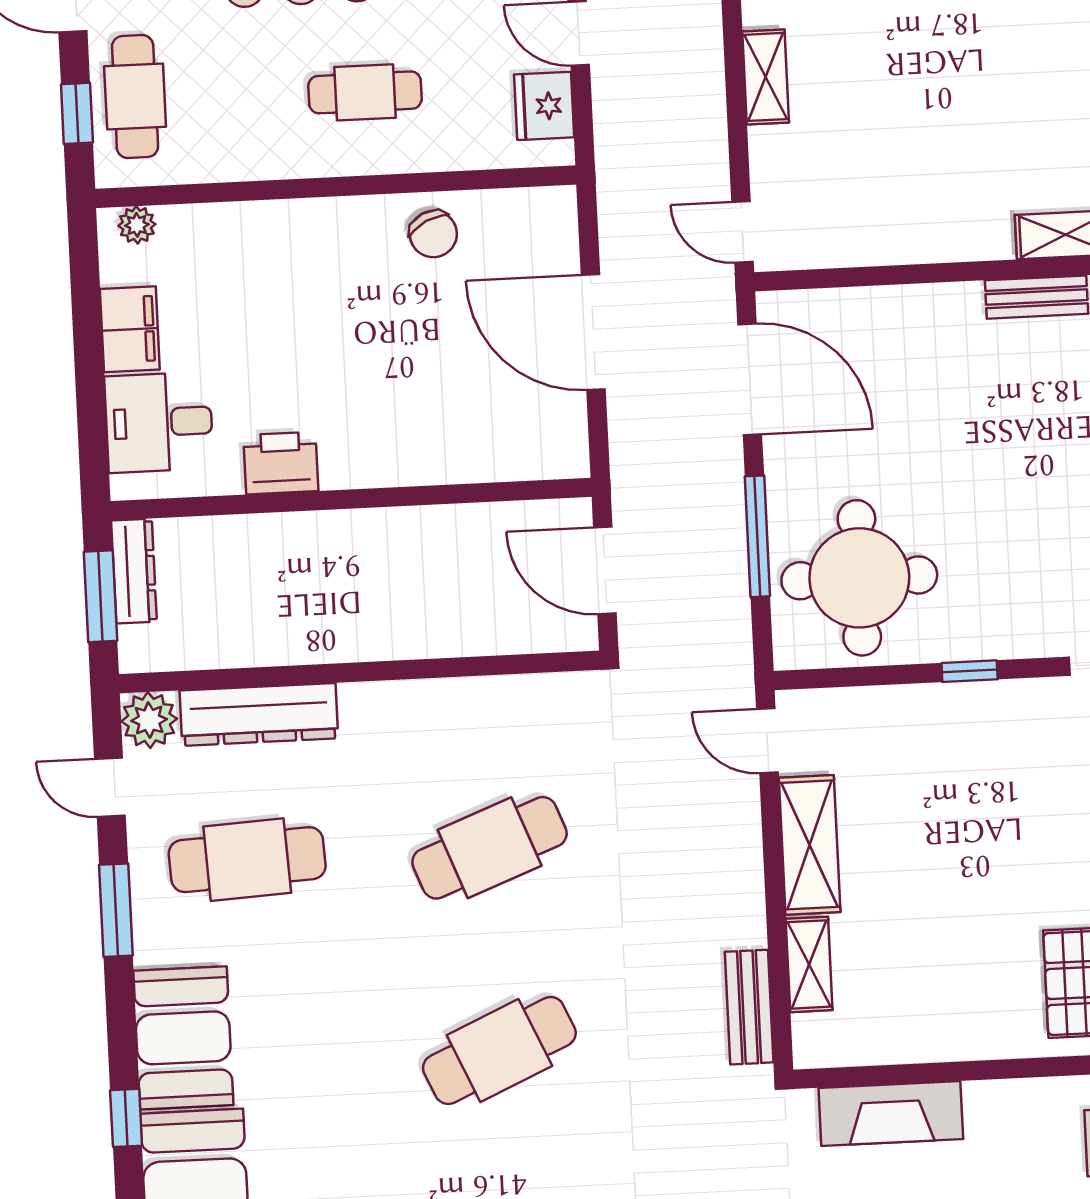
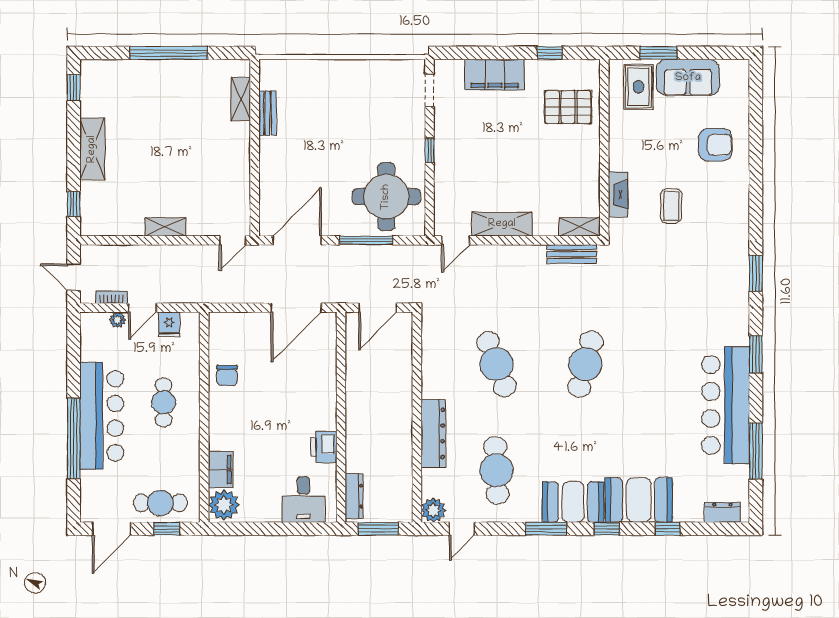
fridge: (544, 106) -> (169, 324), width x0.72
plant: (137, 225) -> (224, 505), width x1.88, depth x1.88
chair: (433, 234) -> (227, 375), turned 116
filing cabinet: (130, 329) -> (221, 470), moved, turned 90
door: (593, 332) -> (296, 308), moved
dresser: (134, 571) -> (354, 496), moved, turned 90
dresser: (259, 714) -> (433, 433), moved
window: (116, 910) -> (546, 529), moved
shelving: (809, 964) -> (579, 227), moved
cafe table: (499, 1050) -> (585, 364), turned 39
fireplace: (891, 1113) -> (618, 194), width x0.73, depth x0.76

